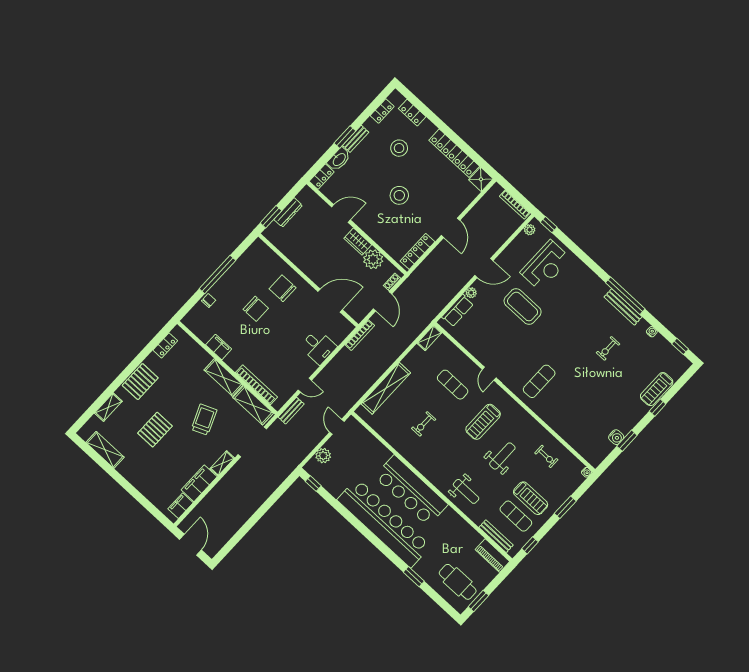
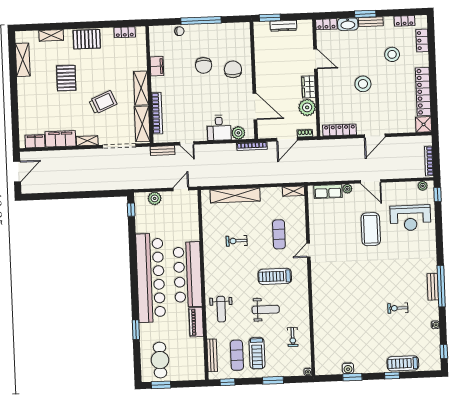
bench: (623, 307) -> (433, 287), width x0.73
plant: (338, 335) -> (238, 133), added
exercise mat: (539, 381) -> (335, 286), removed
pallet: (155, 430) -> (66, 78), turned 90
piano: (492, 555) -> (196, 322), moved

